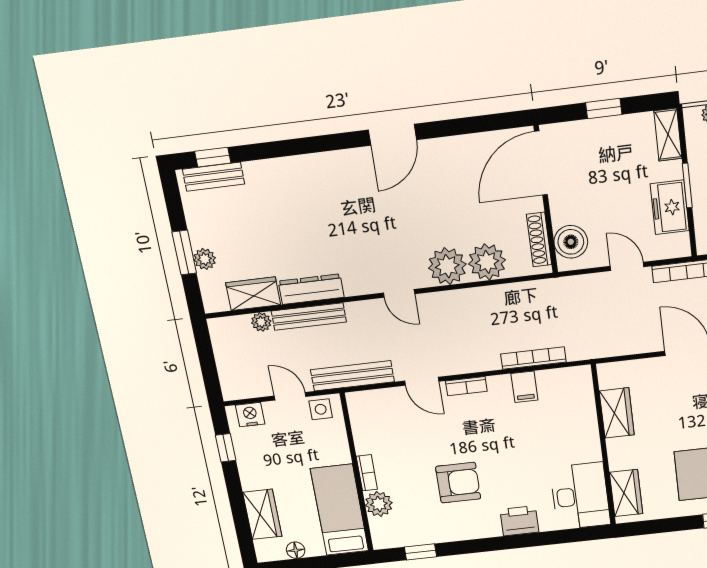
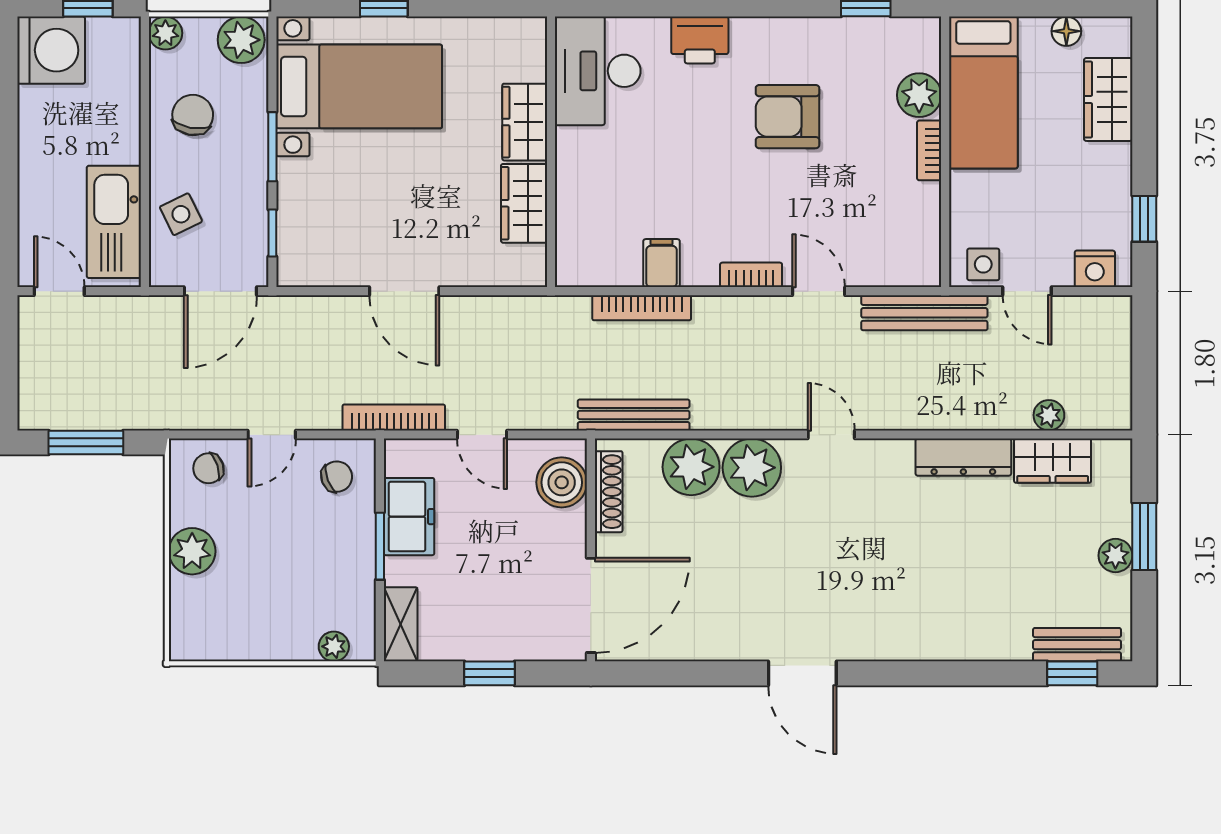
door: (392, 135) -> (802, 673), swing flipped
plant: (205, 259) -> (1115, 555), moved
bench: (309, 317) -> (634, 415), moved
wardrobe: (626, 493) -> (525, 122), moved

